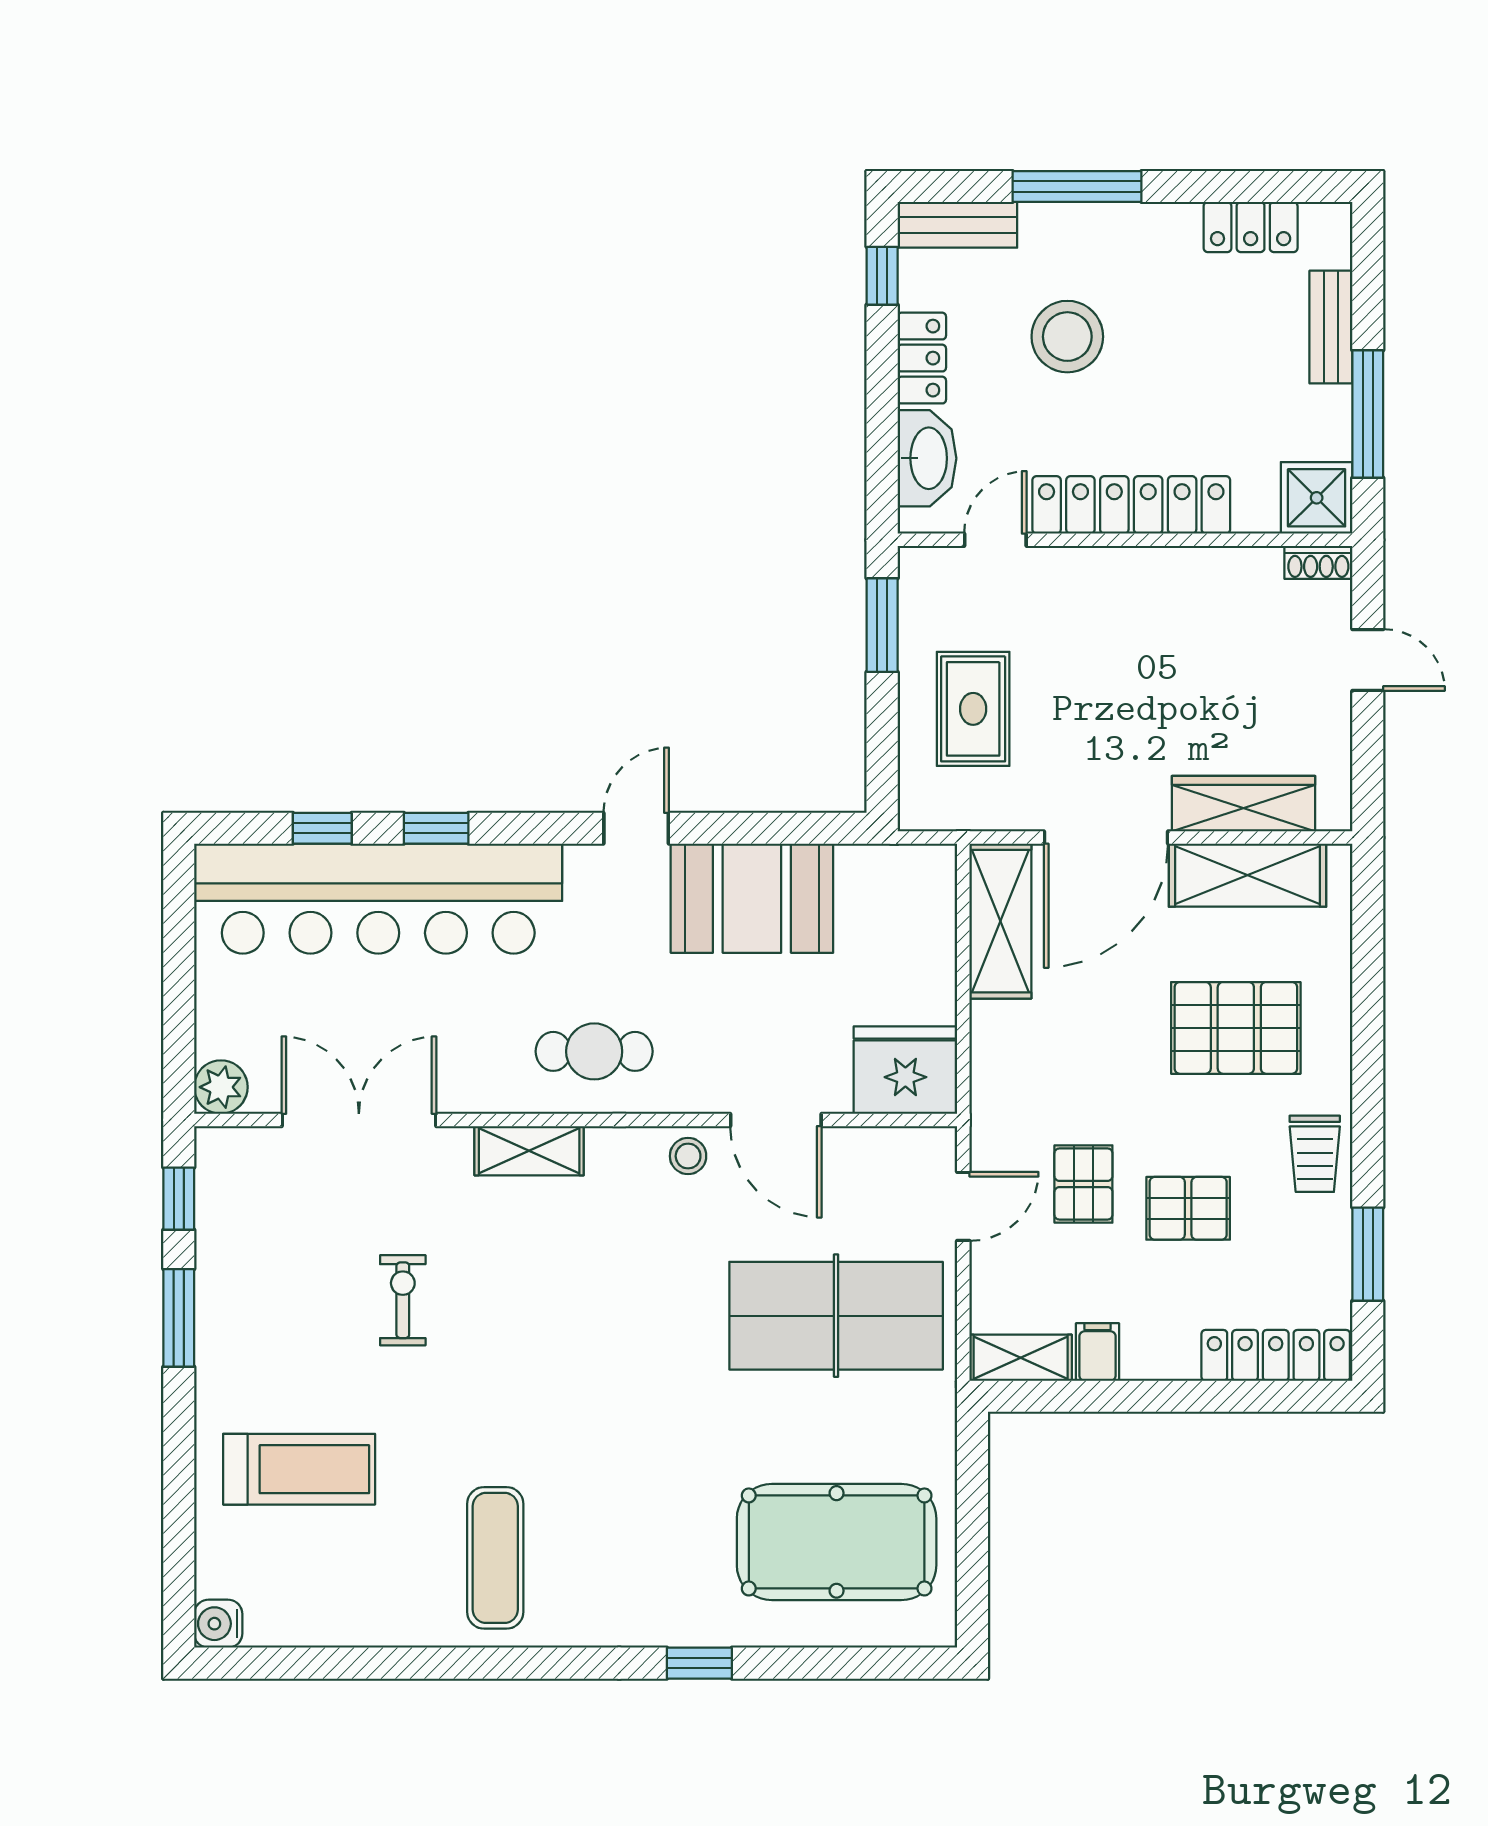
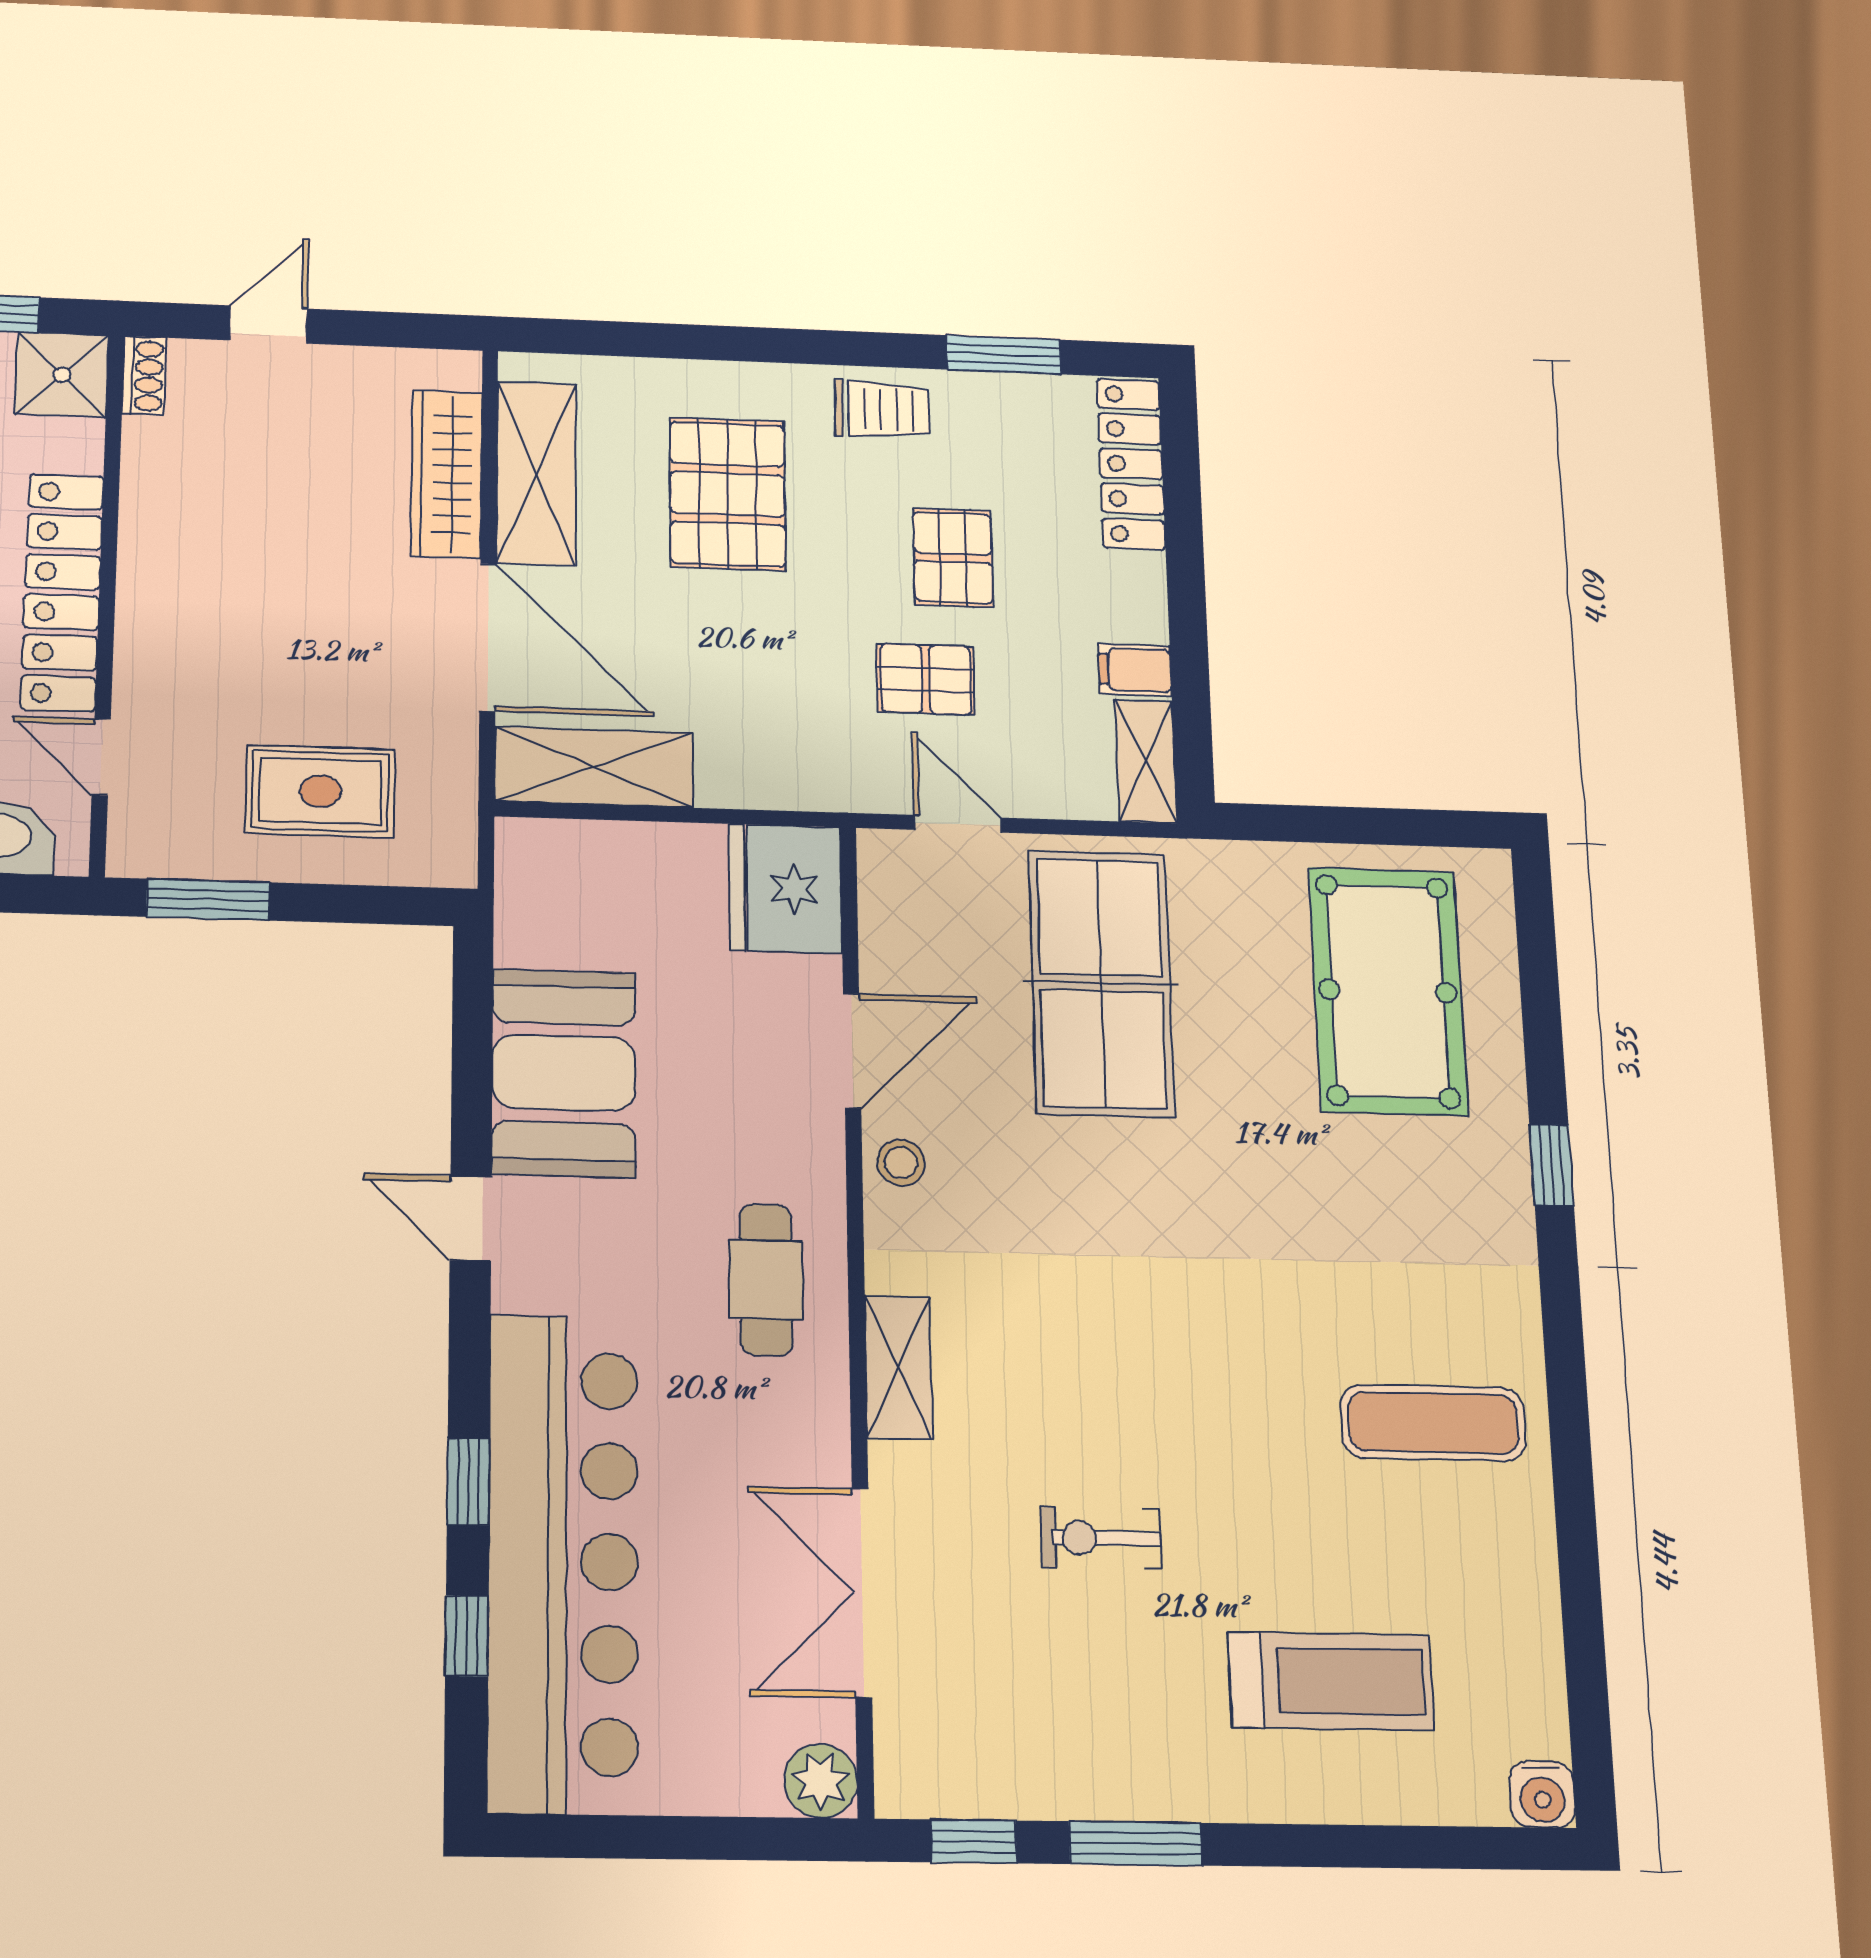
treadmill: (299, 1469) -> (1331, 1681), turned 90

